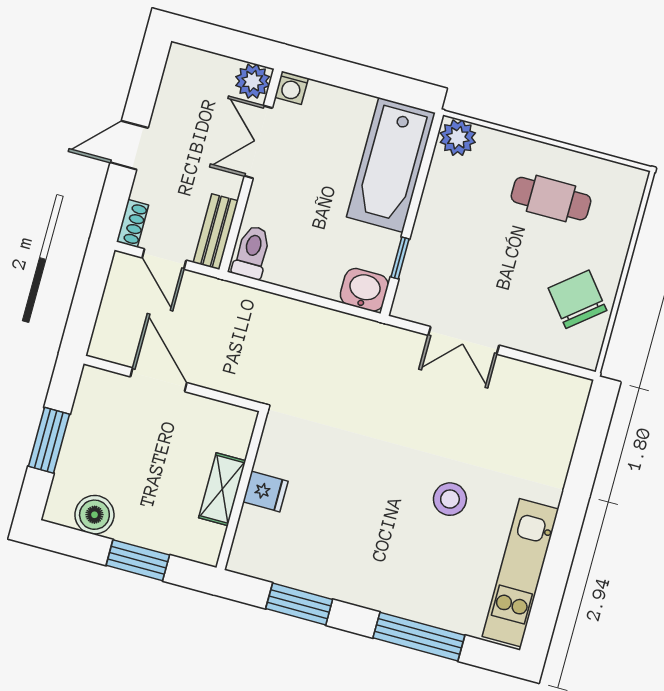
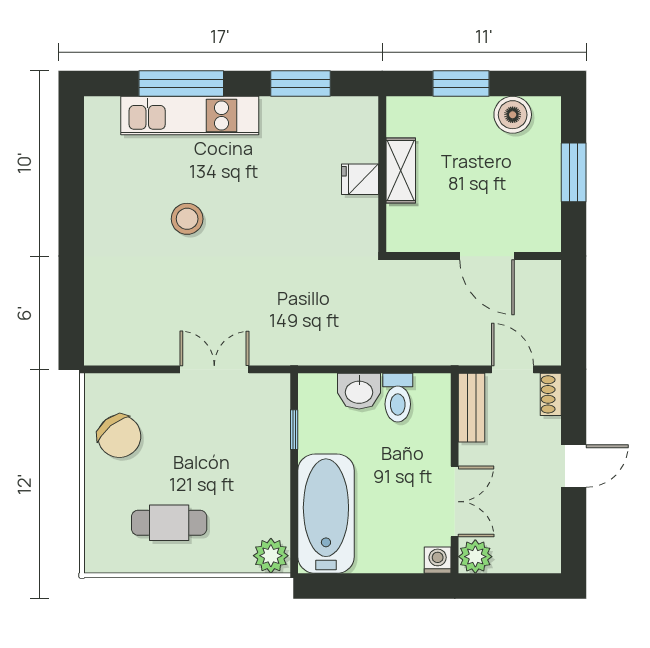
toilet: (252, 252) -> (398, 398), moved
washbasin: (364, 290) -> (359, 391), moved
kitchen unit: (520, 573) -> (190, 115), moved, turned 90

